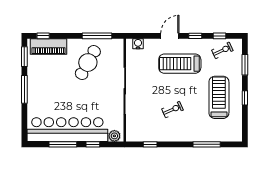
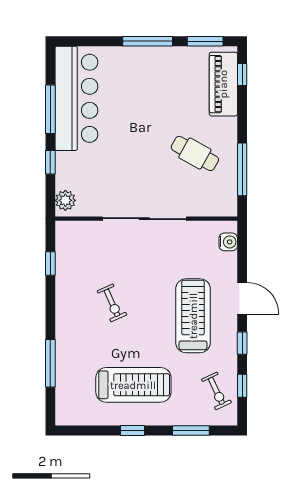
cafe table: (88, 63) -> (195, 153), width x0.73, depth x0.74
bar counter: (67, 130) -> (76, 98), width x0.73

